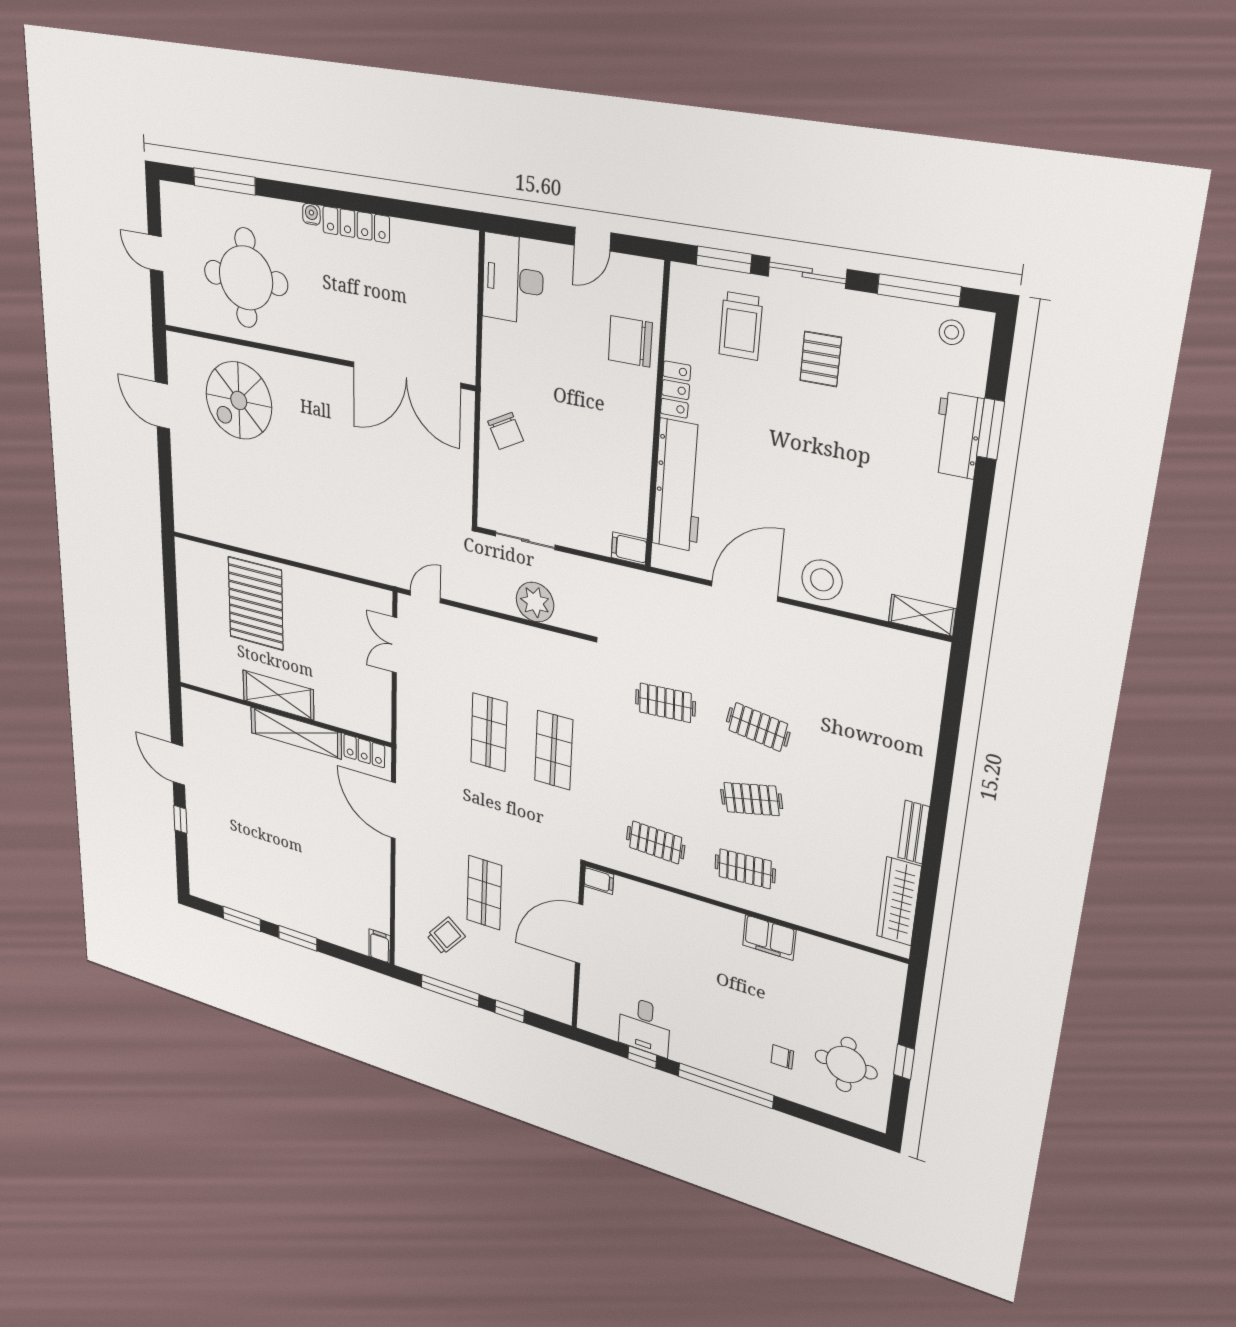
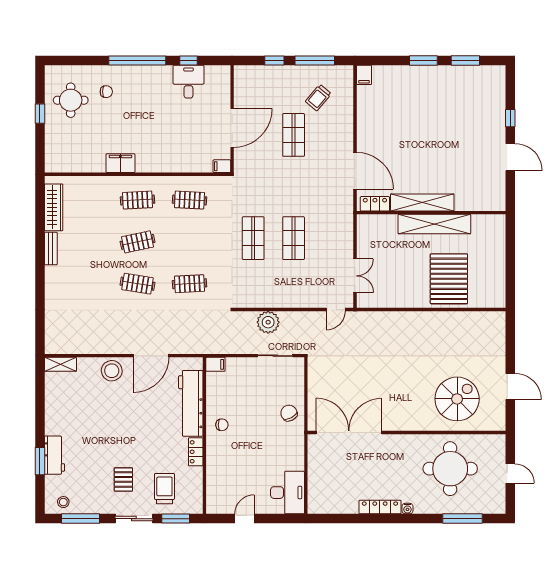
chair: (630, 341) -> (222, 425), moved, width x0.54, depth x0.54
shelving: (278, 695) -> (434, 224), width x1.47

